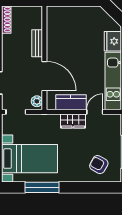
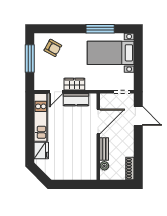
door: (44, 76) -> (98, 121), swing flipped
plant: (37, 101) -> (104, 166), moved

